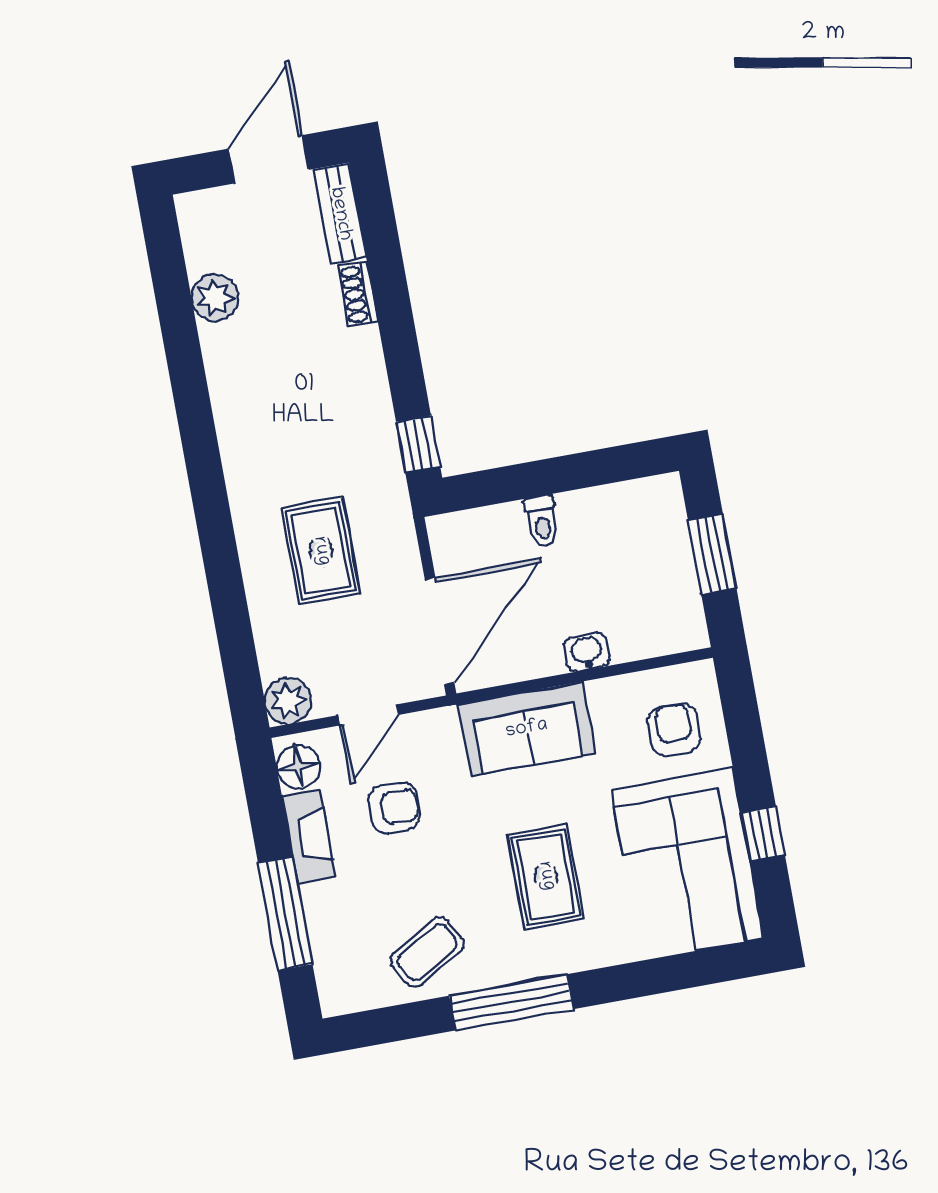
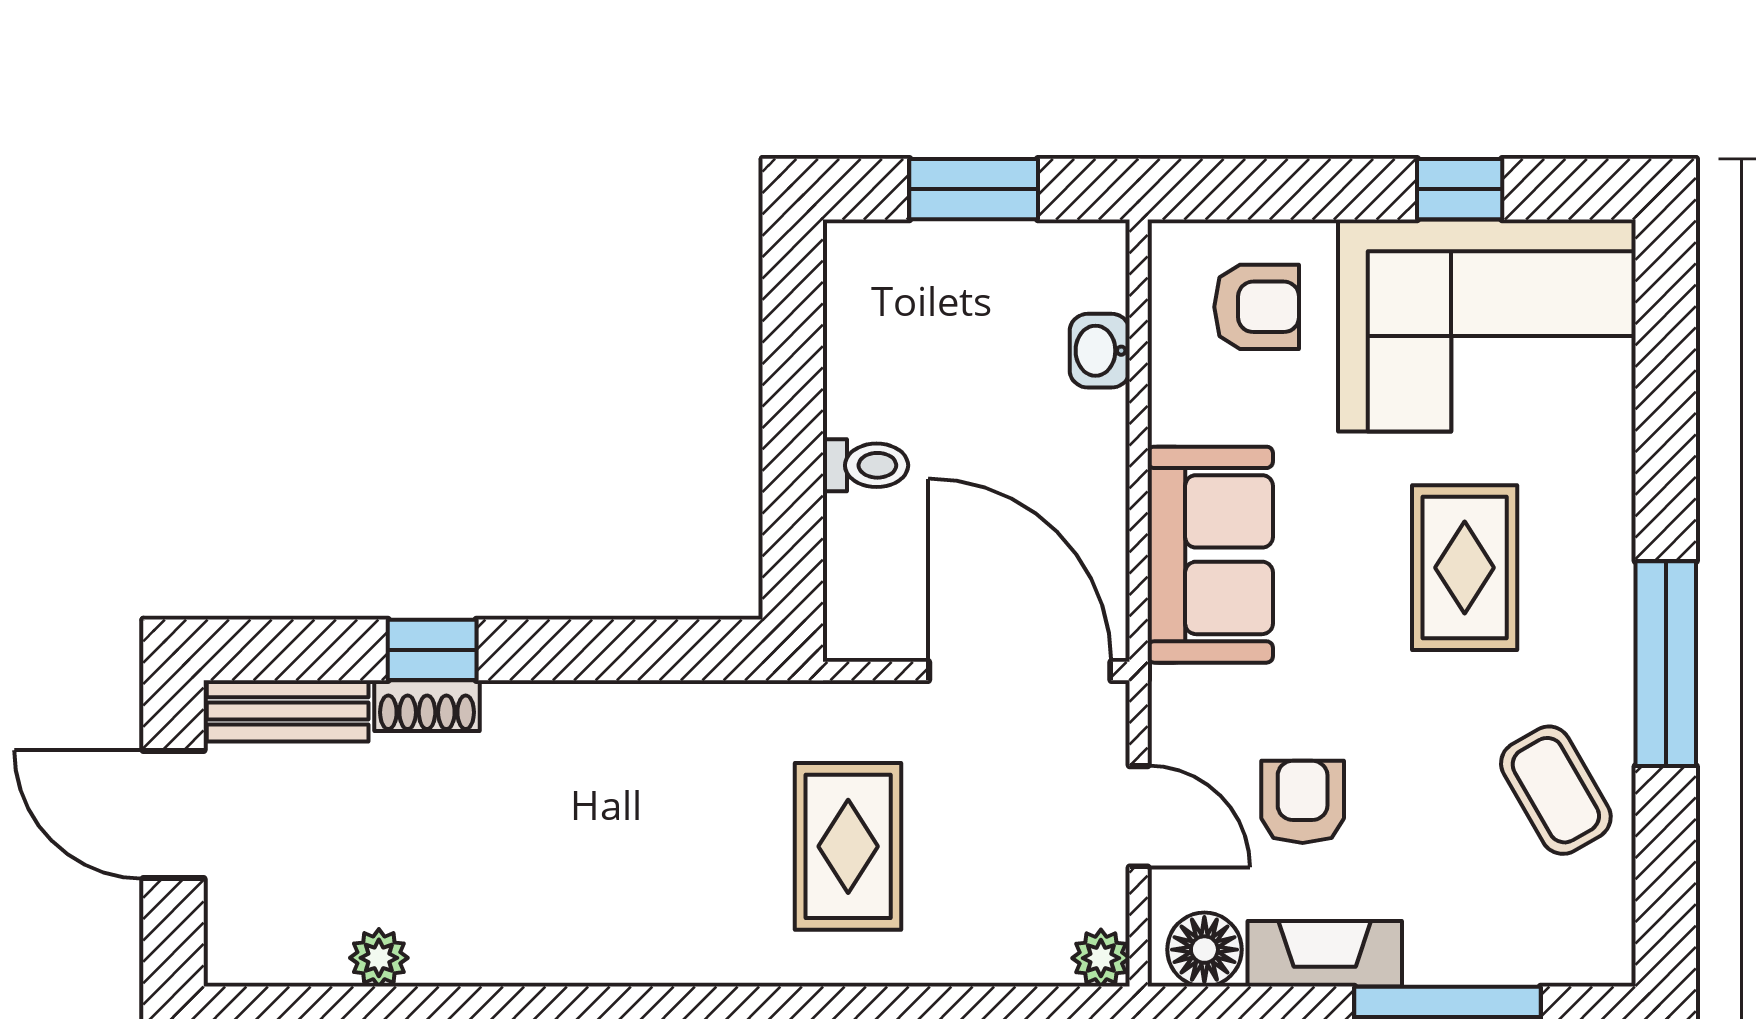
plant: (215, 297) -> (379, 958), width x0.73, depth x0.73
window: (418, 444) -> (432, 650), moved
rug: (321, 551) -> (848, 846), turned 90
washbasin: (587, 652) -> (1100, 351), moved
plant: (288, 701) -> (1101, 958), width x0.73, depth x0.73
armchair: (674, 730) -> (1257, 307), turned 180
rug: (546, 876) -> (1465, 568), turned 90

